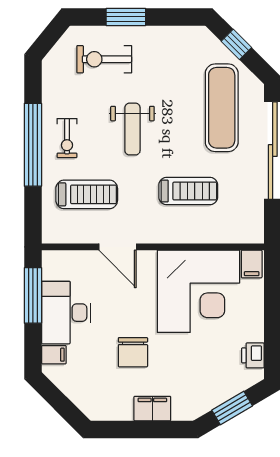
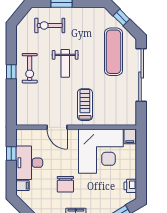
exercise bike: (67, 138) -> (30, 68), width x1.38, depth x1.39
window: (33, 145) -> (11, 72), width x0.32
treadmill: (188, 191) -> (85, 105), moved, turned -90
treadmill: (87, 194) -> (40, 99), removed
window: (33, 295) -> (11, 153), width x0.46

